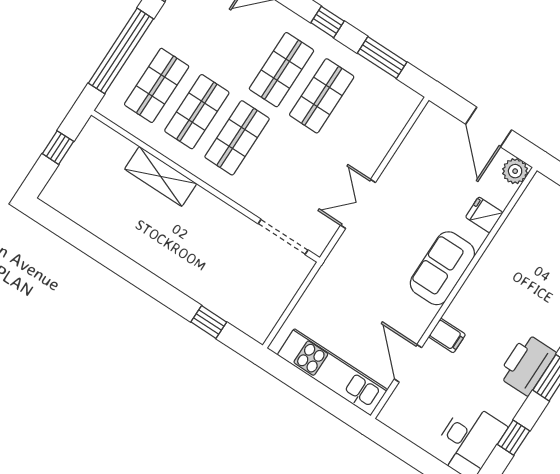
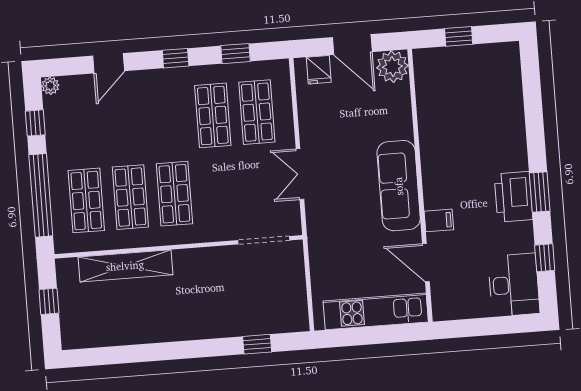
window: (382, 58) -> (235, 54), width x0.67
shop shelf: (281, 70) -> (257, 112), moved
plant: (515, 171) -> (392, 67), width x1.36, depth x1.36
shelving: (161, 176) -> (125, 266), width x1.47
fridge: (484, 215) -> (319, 70), moved, turned -90
sofa: (442, 268) -> (399, 186), width x1.36

